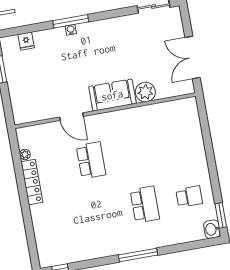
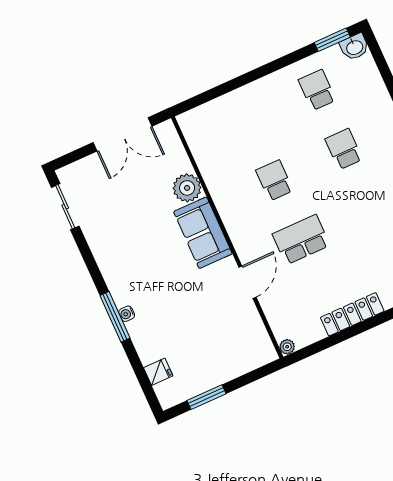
school desk: (135, 152) -> (274, 180), added
plant: (25, 154) -> (287, 347), moved
school desk: (145, 205) -> (344, 149), width x0.54

